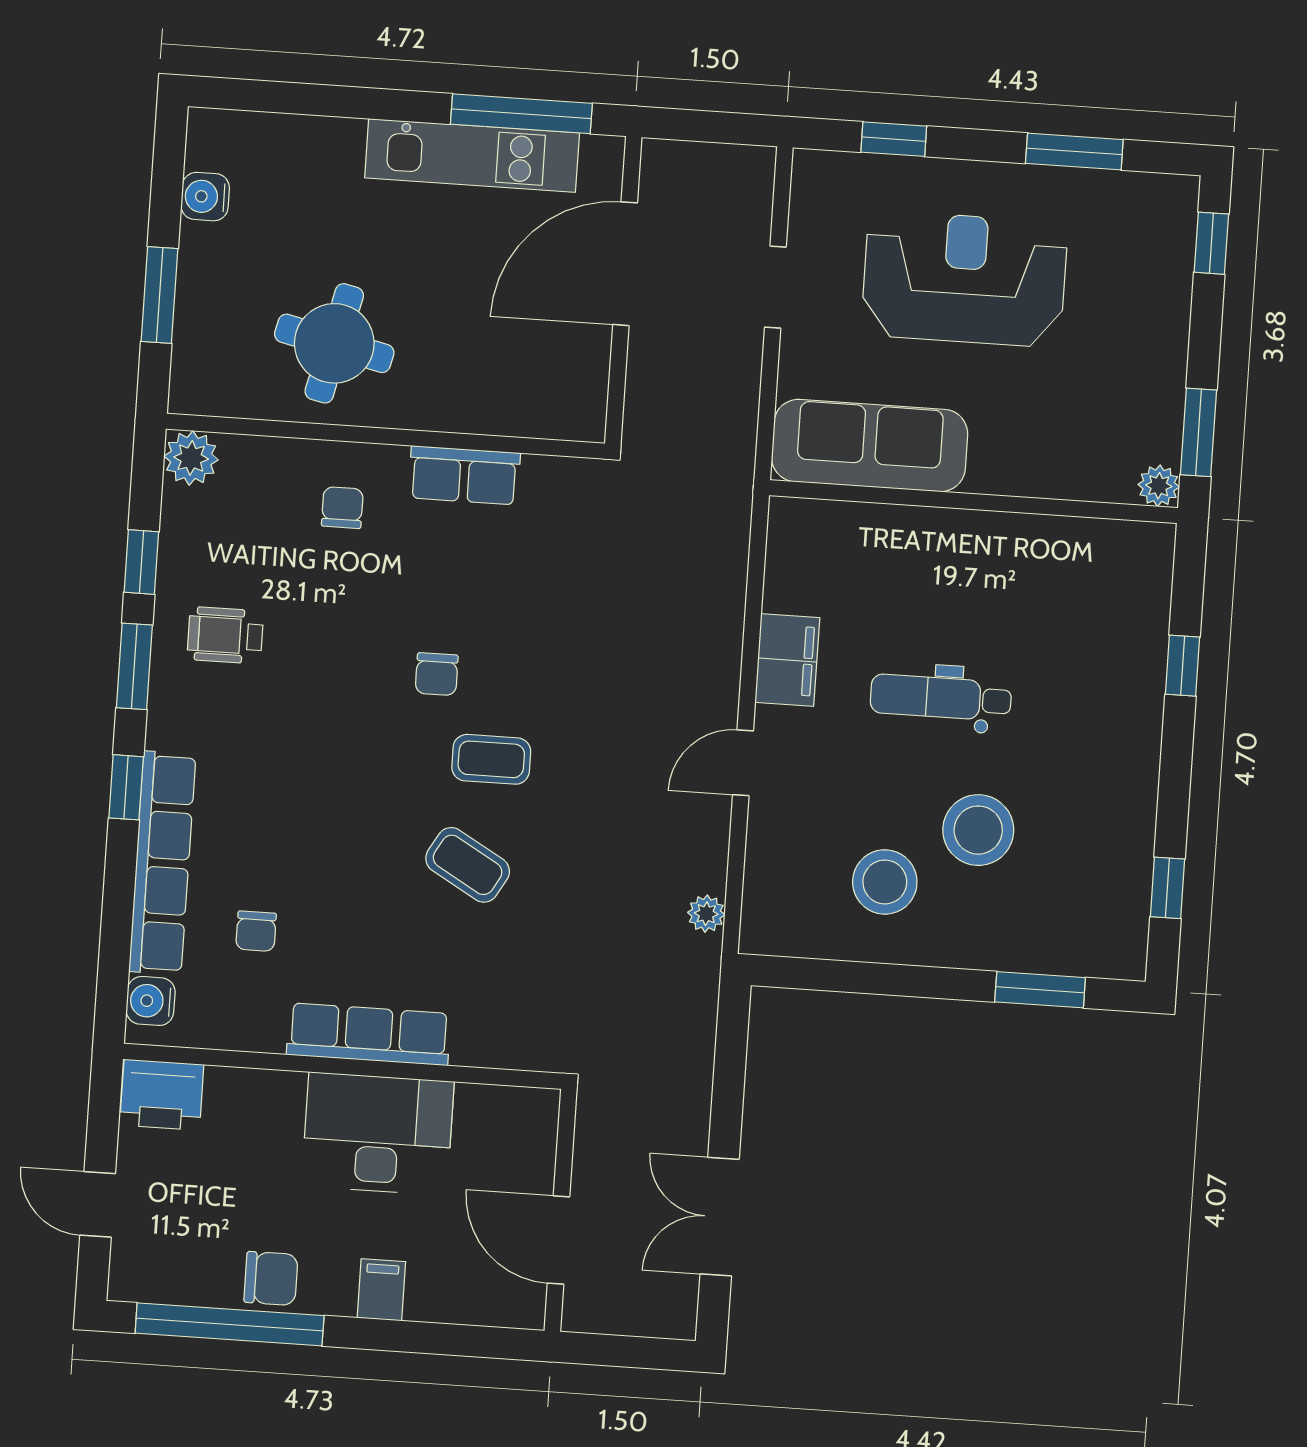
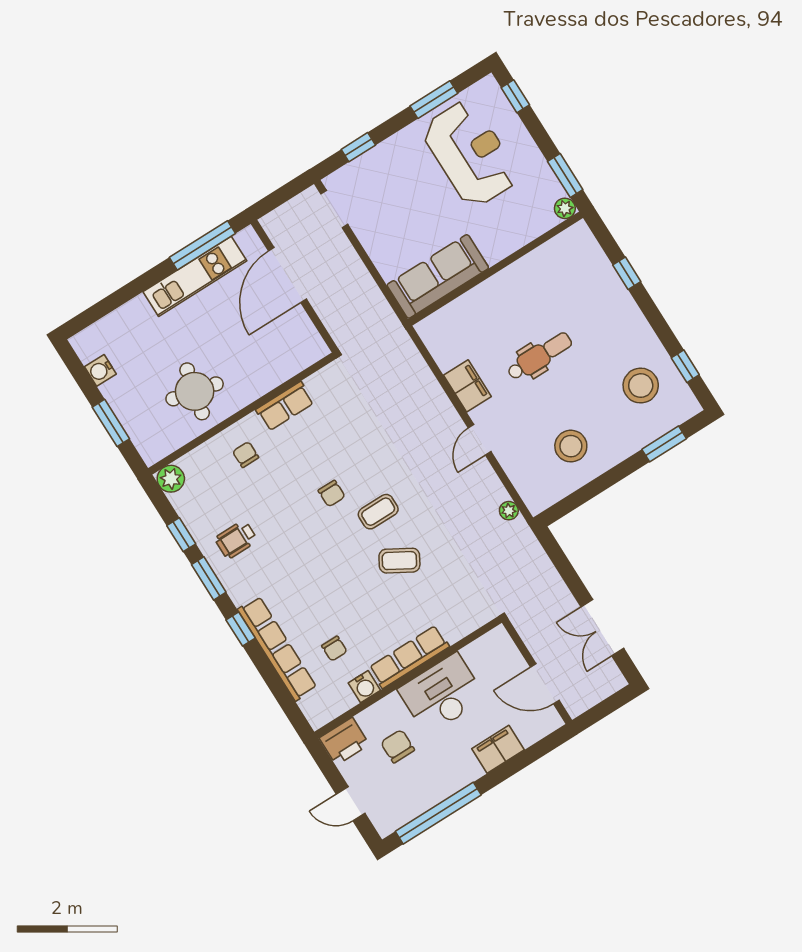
reception desk: (964, 279) -> (470, 154), moved, turned 90
doorway: (775, 287) -> (334, 209), moved
dental chair: (941, 698) -> (540, 356), turned 180
stool: (978, 830) -> (641, 386), moved
water cooler: (151, 1001) -> (364, 687), moved, turned -90
chair: (271, 1278) -> (398, 746), moved, turned -90
filing cabinet: (381, 1290) -> (498, 749), width x2.00

